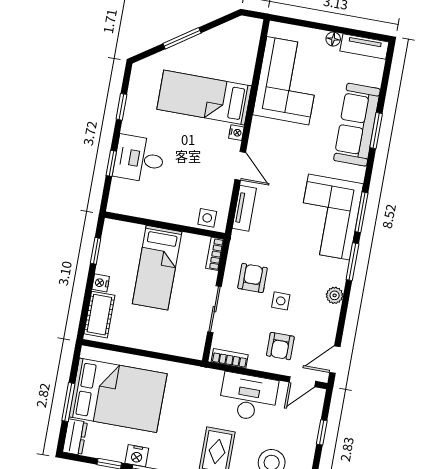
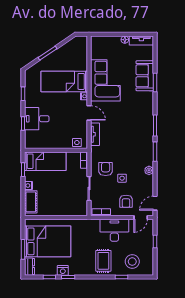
corner sofa: (288, 81) -> (105, 80), moved
sofa: (357, 125) -> (145, 76), width x0.73
corner sofa: (329, 217) -> (139, 131), removed
bed: (157, 268) -> (45, 161), moved, turned -90

